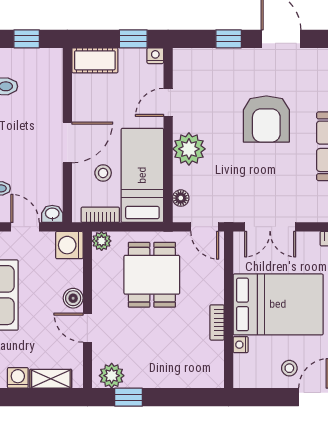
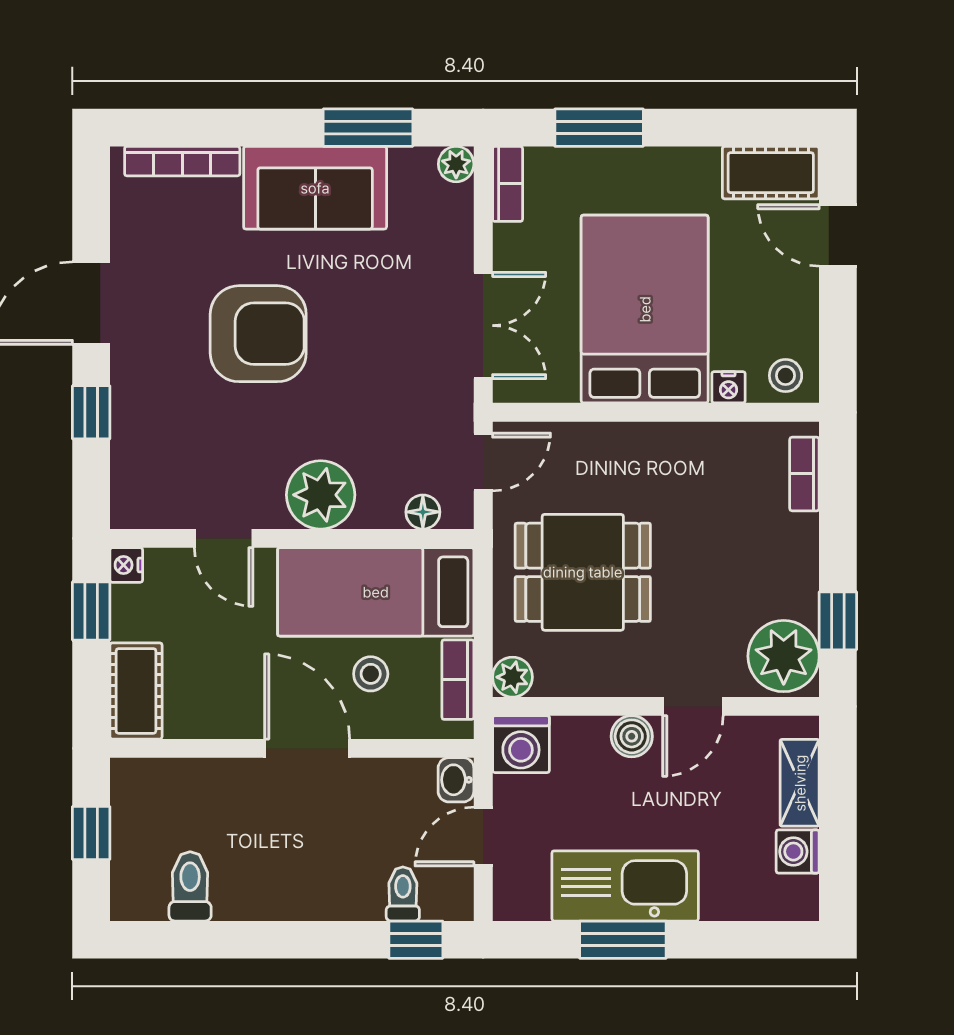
bookcase: (217, 322) -> (804, 474), moved, turned 90
stool: (289, 368) -> (786, 376), moved
plant: (112, 376) -> (784, 656), width x1.36, depth x1.36

